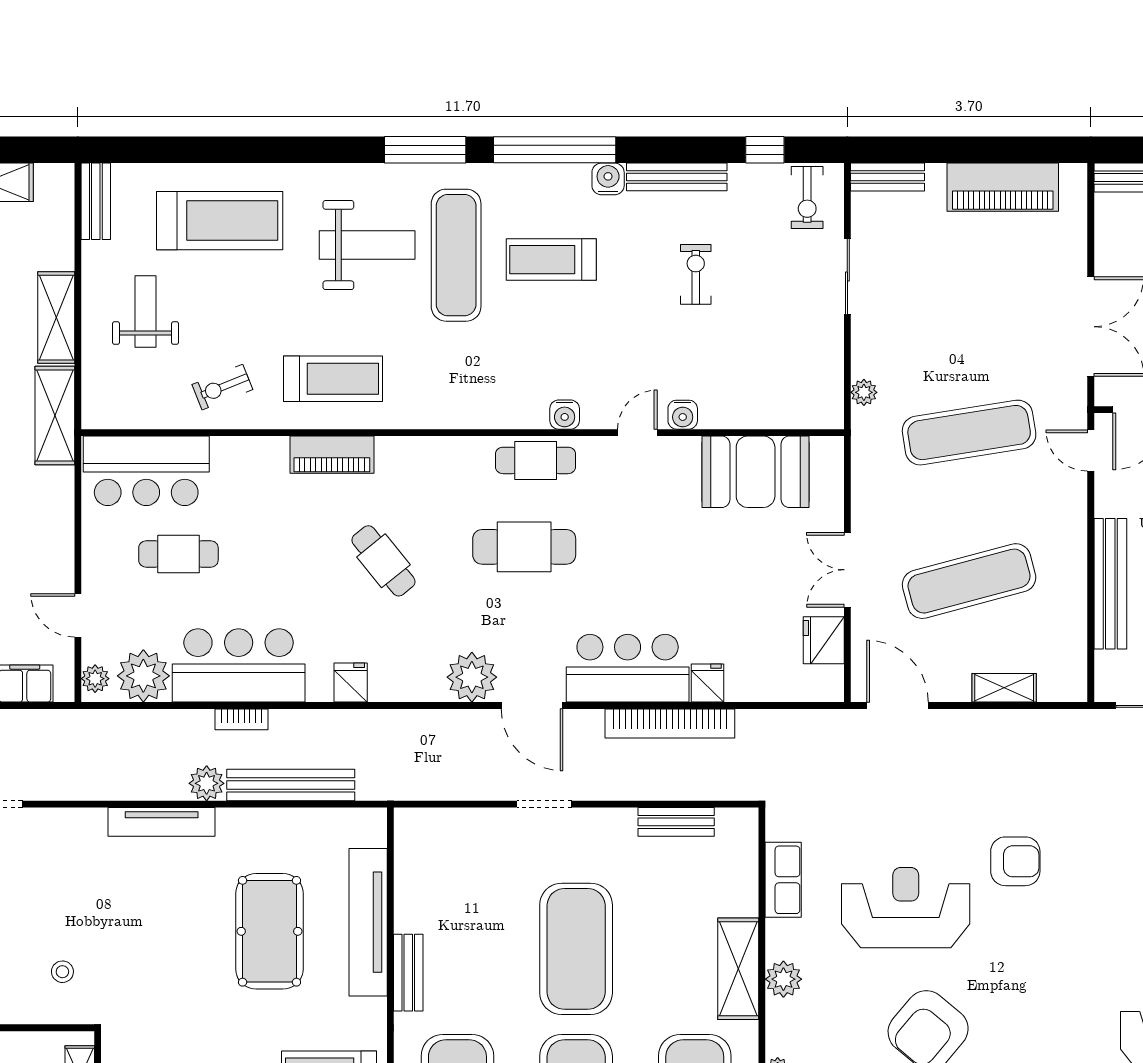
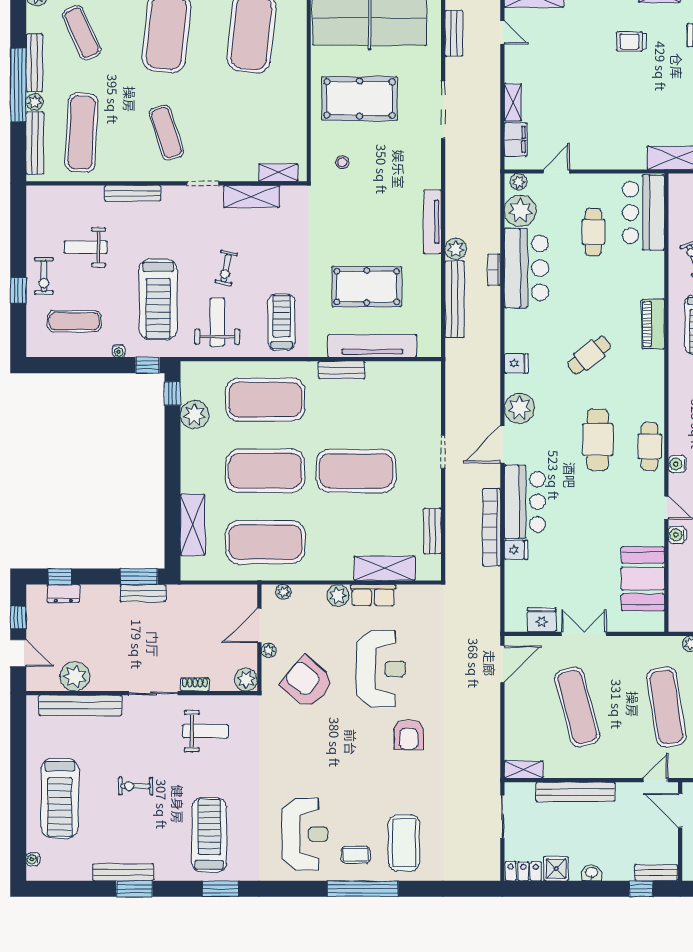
fridge: (351, 683) -> (516, 364), moved
shelving: (1004, 688) -> (524, 769), moved, turned 90
row of seats: (783, 880) -> (373, 595), moved
shelving: (738, 969) -> (385, 568), moved

